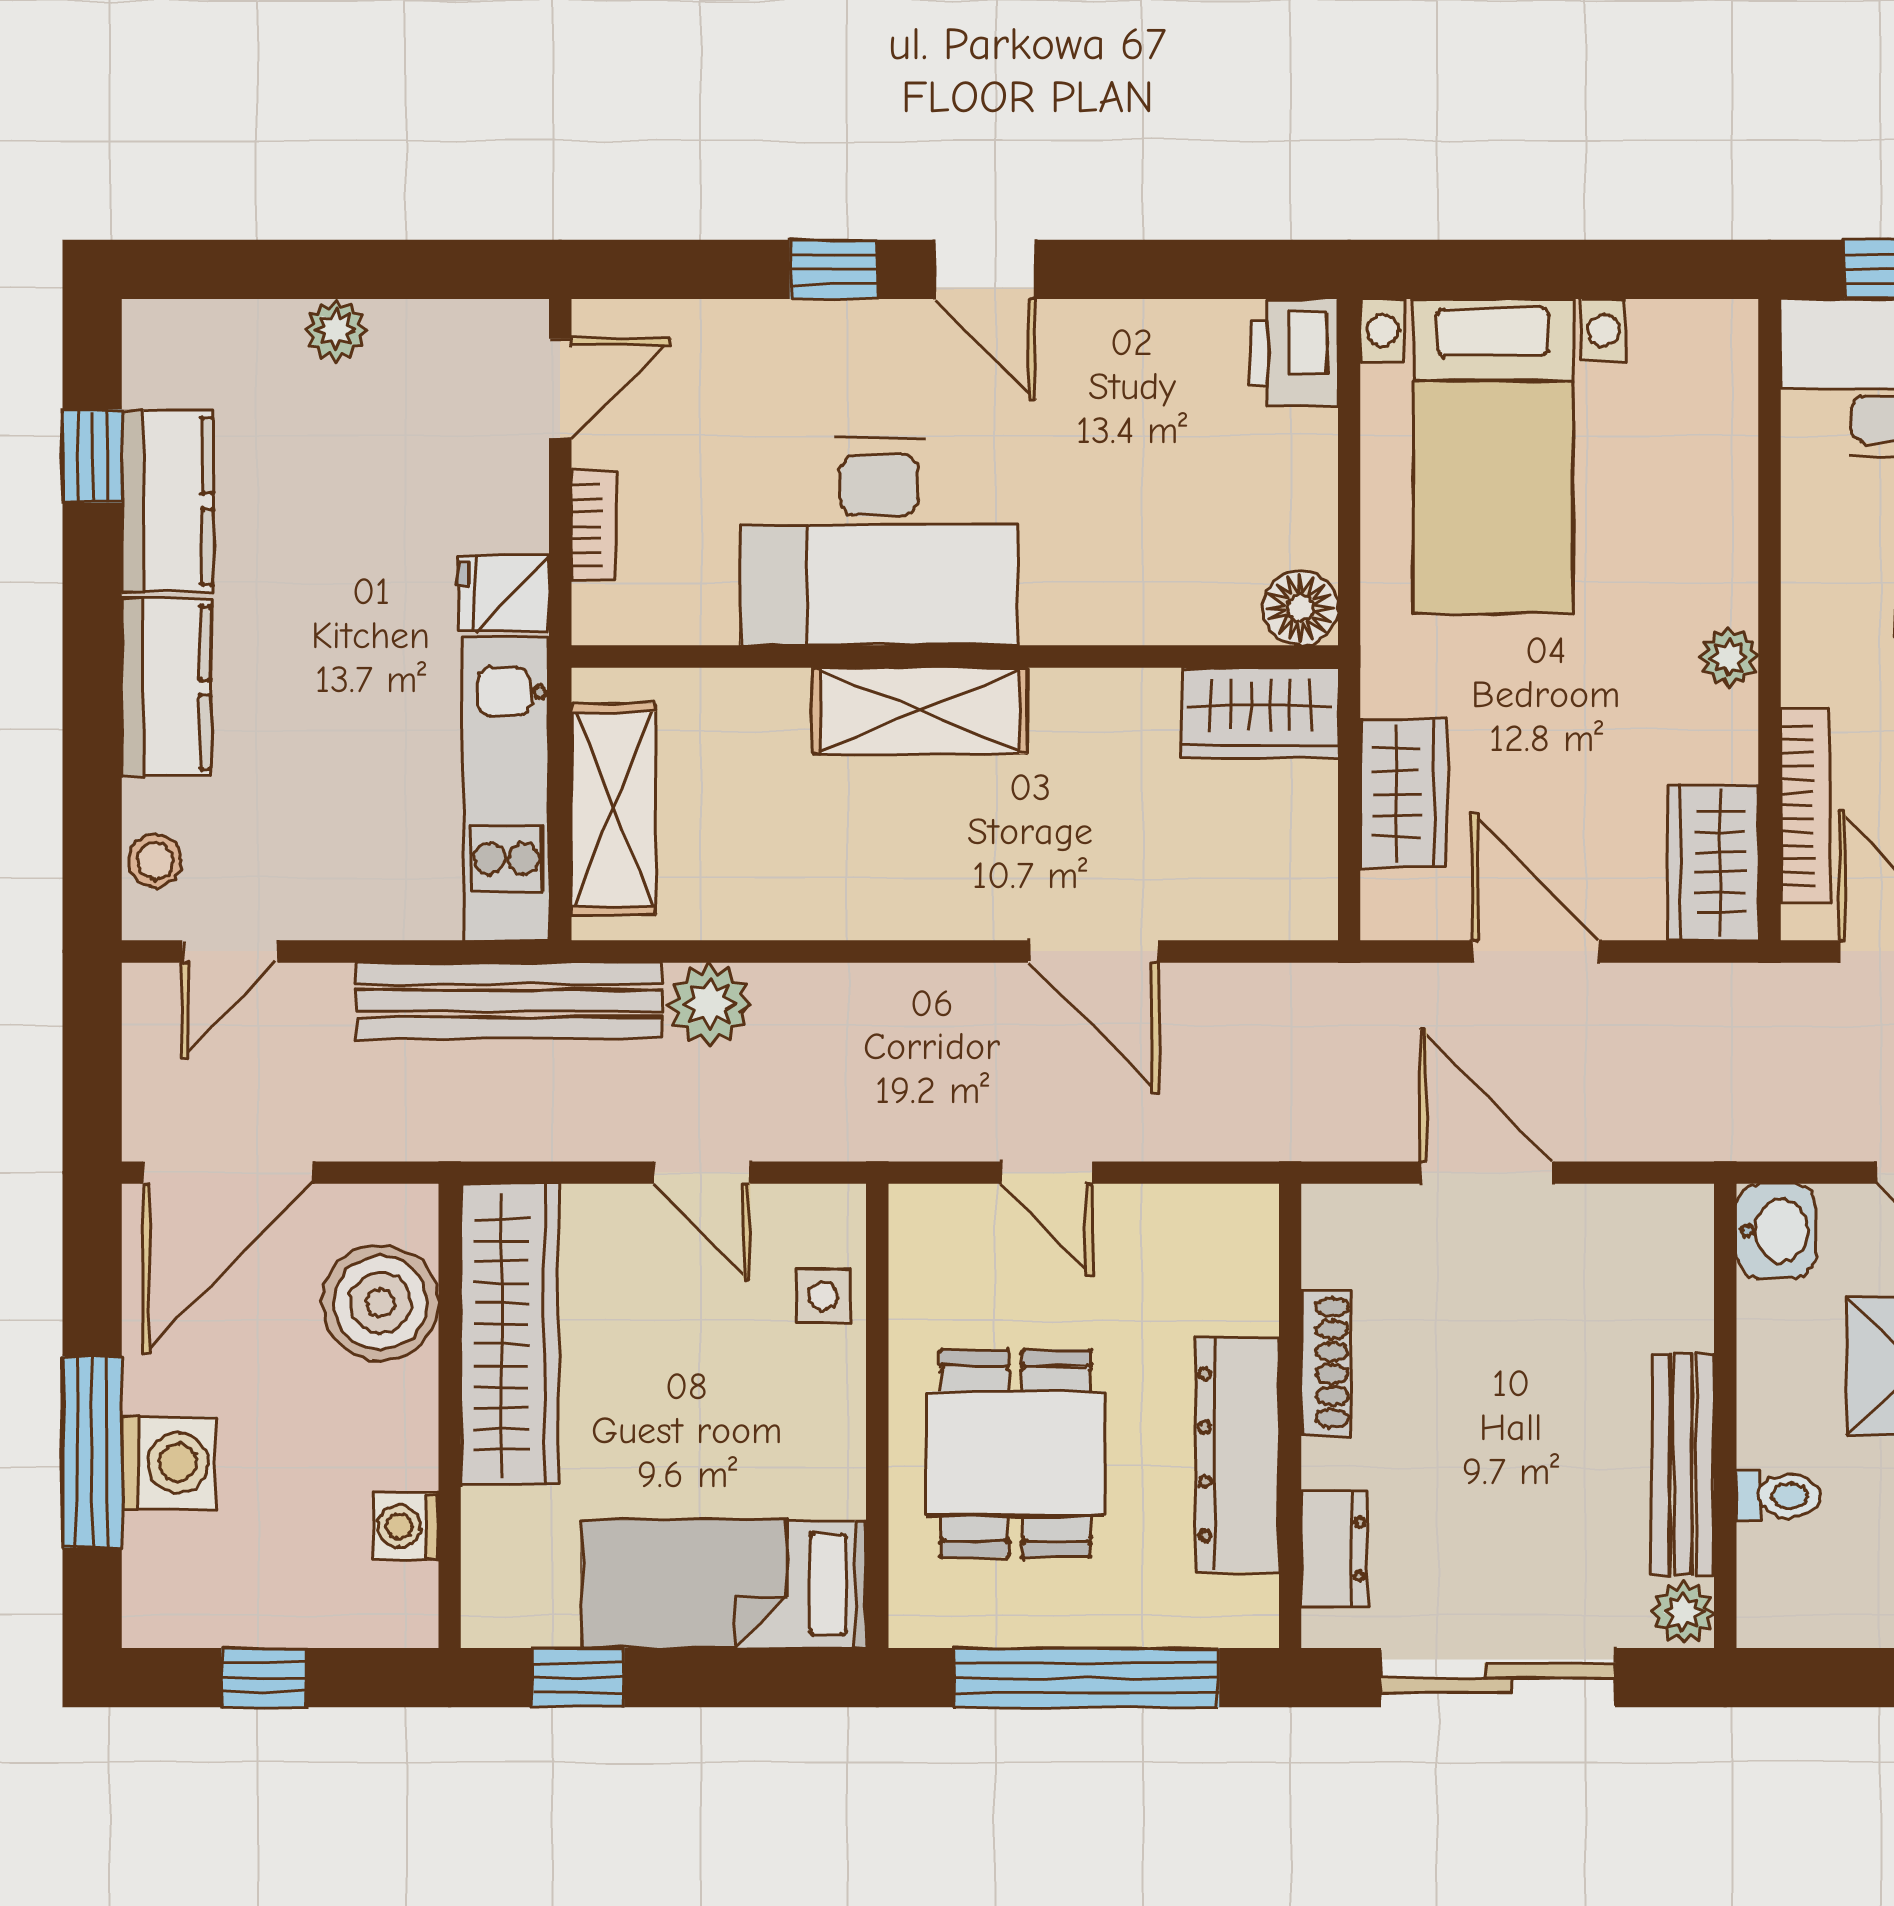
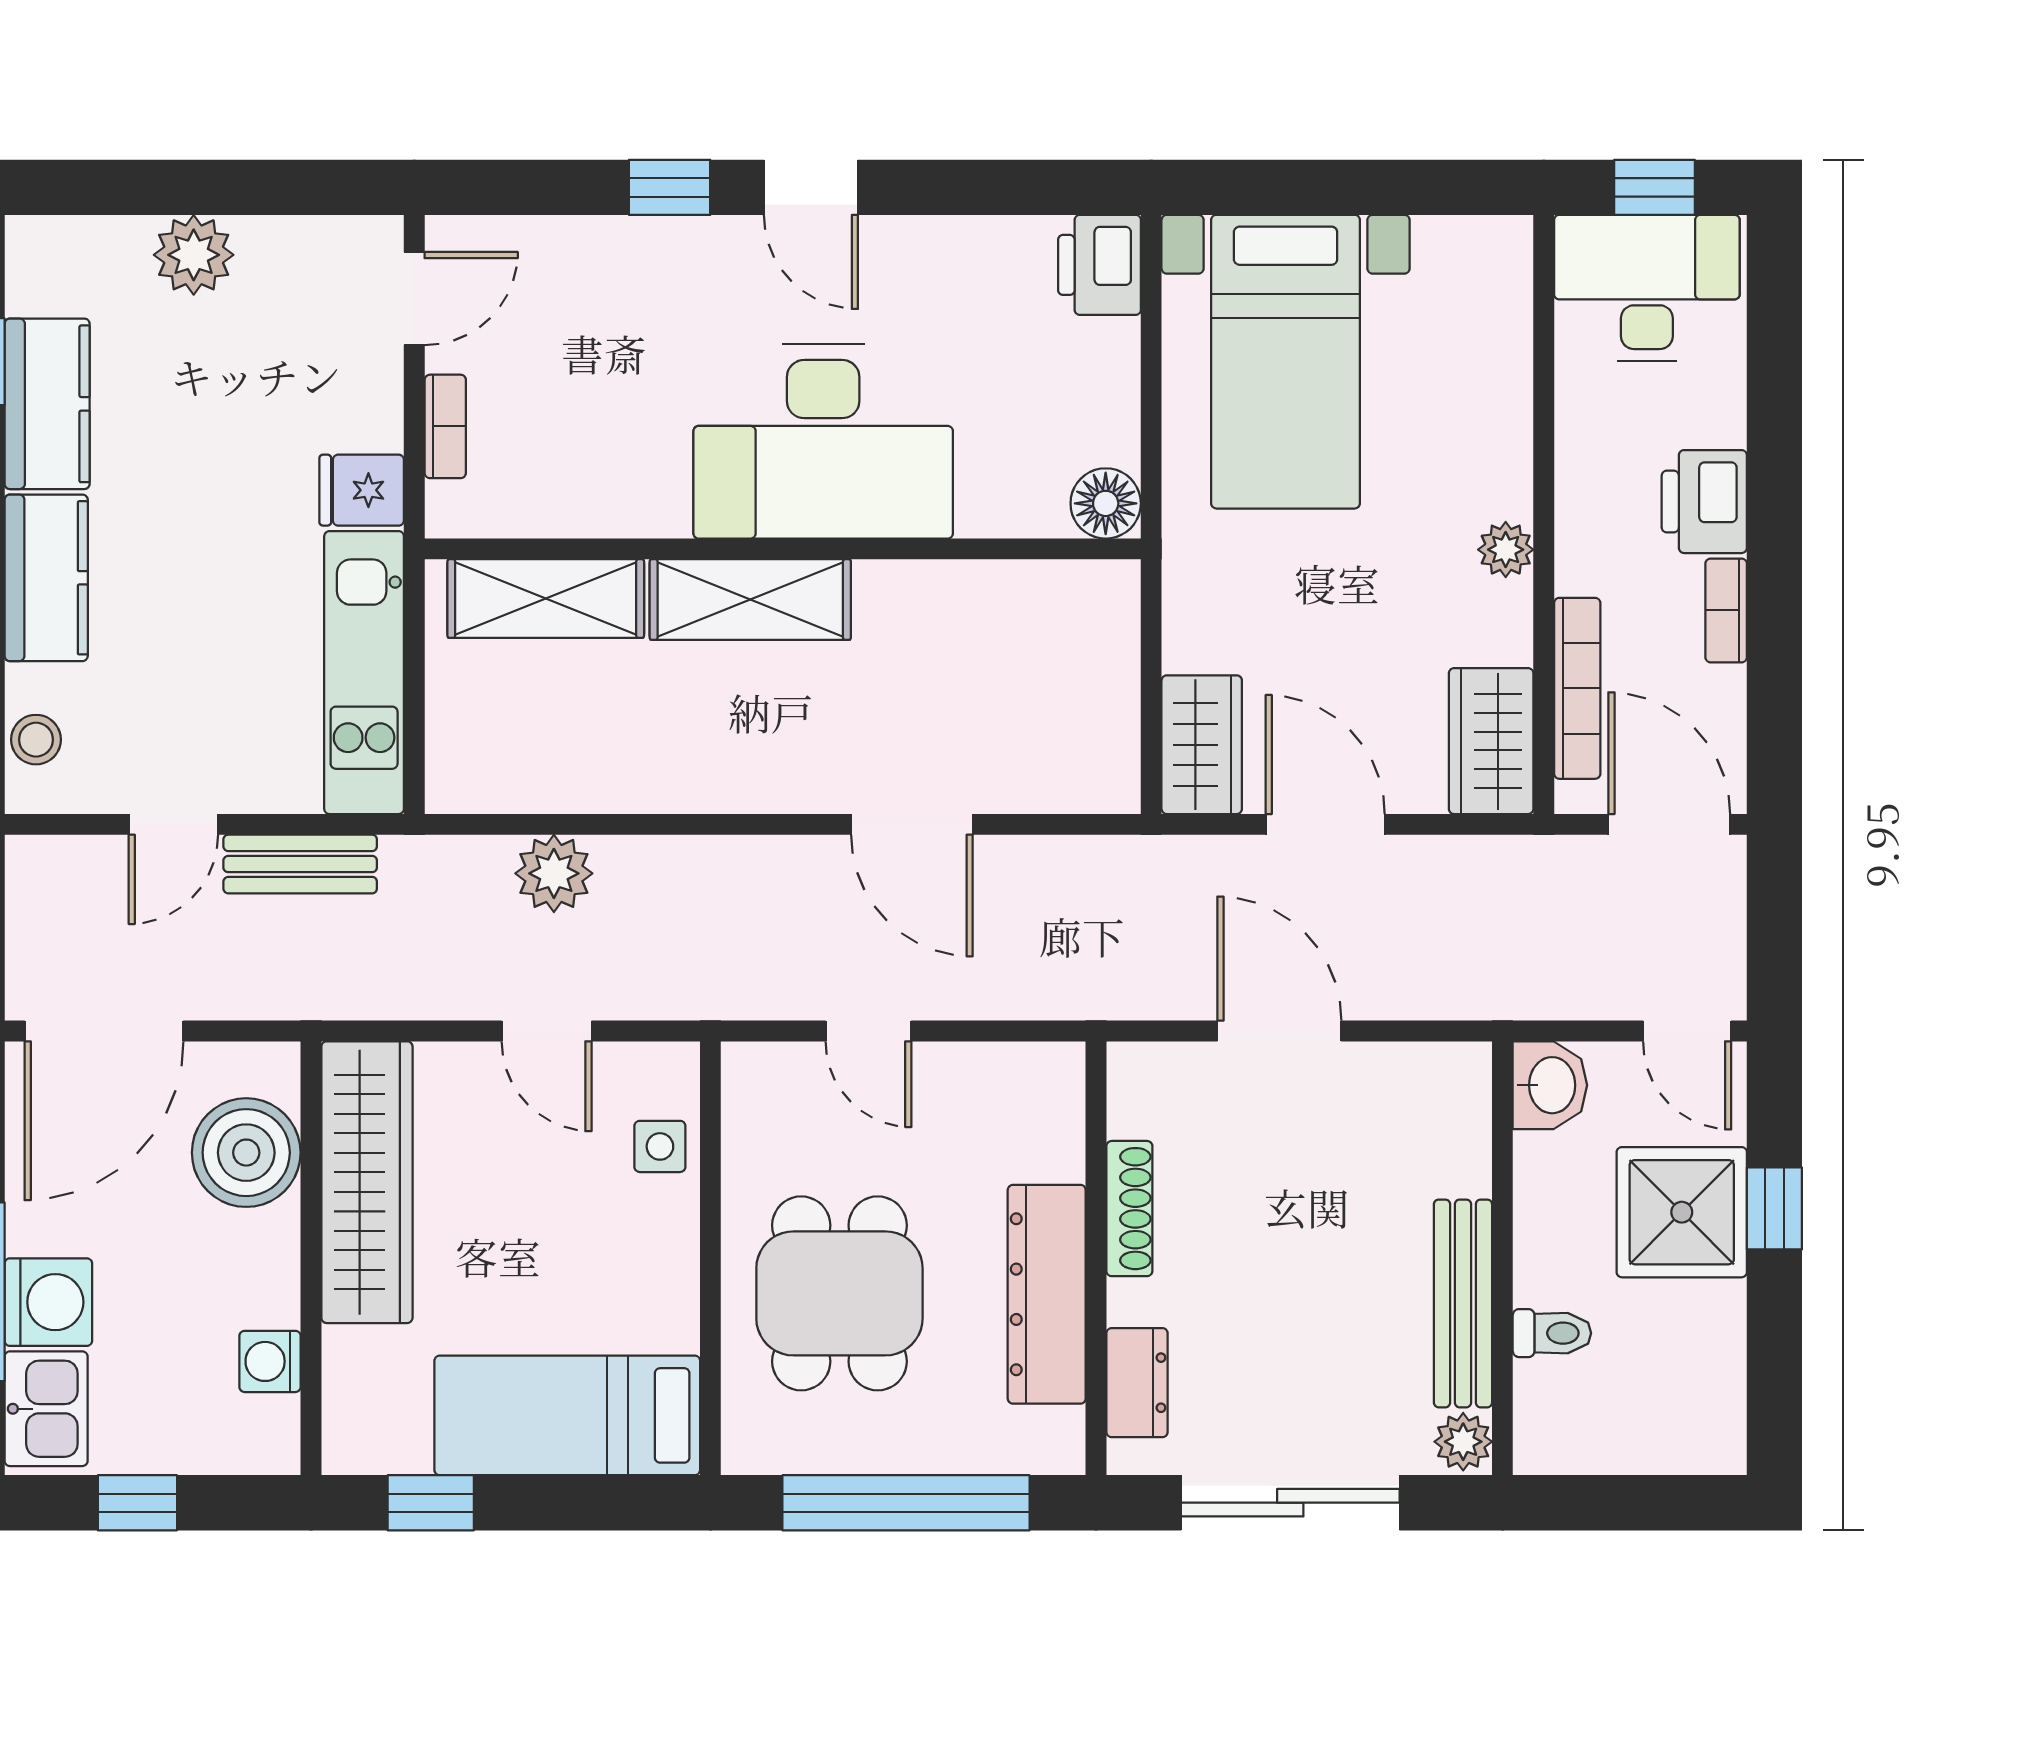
plant: (336, 330) -> (194, 255), width x1.38, depth x1.38
desk: (879, 542) -> (823, 441), moved
wardrobe: (1260, 713) -> (1068, 602), removed
wardrobe: (1403, 793) -> (1202, 745), moved
shelving: (613, 809) -> (546, 599), moved, turned 90
door: (230, 951) -> (173, 824), moved
bench: (509, 1001) -> (300, 864), width x0.54, depth x0.82
kitchen sink: (166, 1577) -> (46, 1409), added

